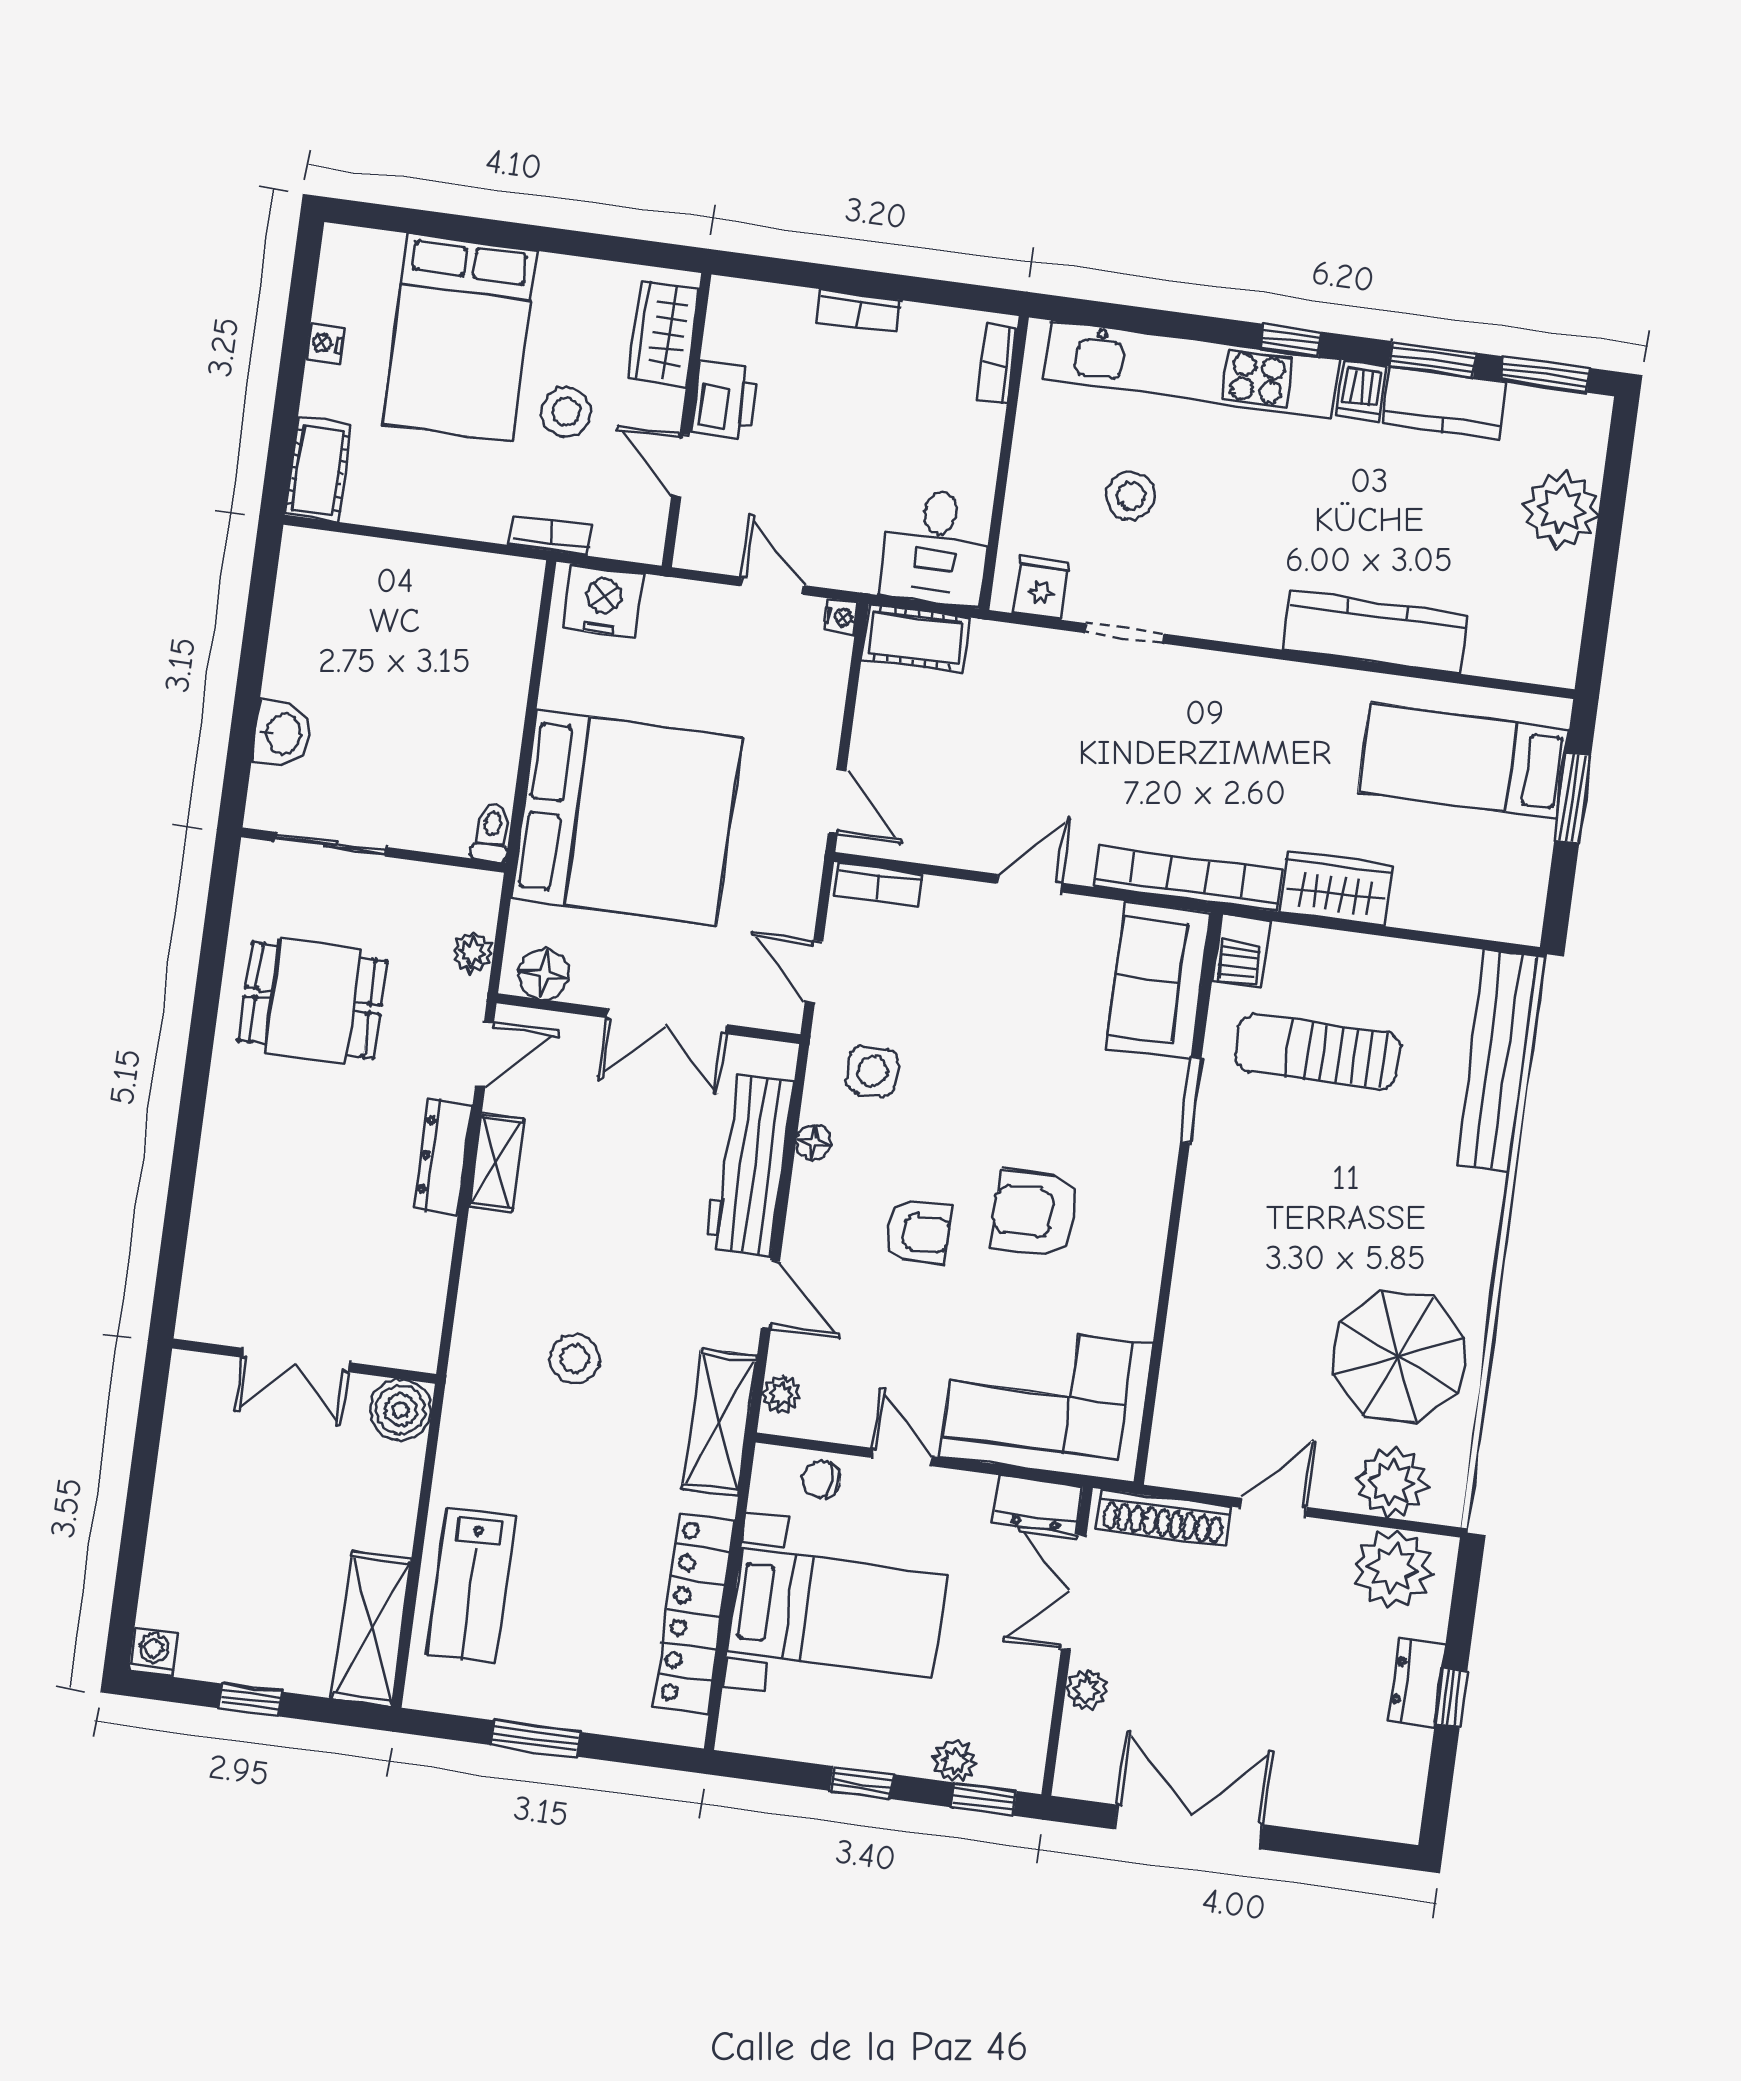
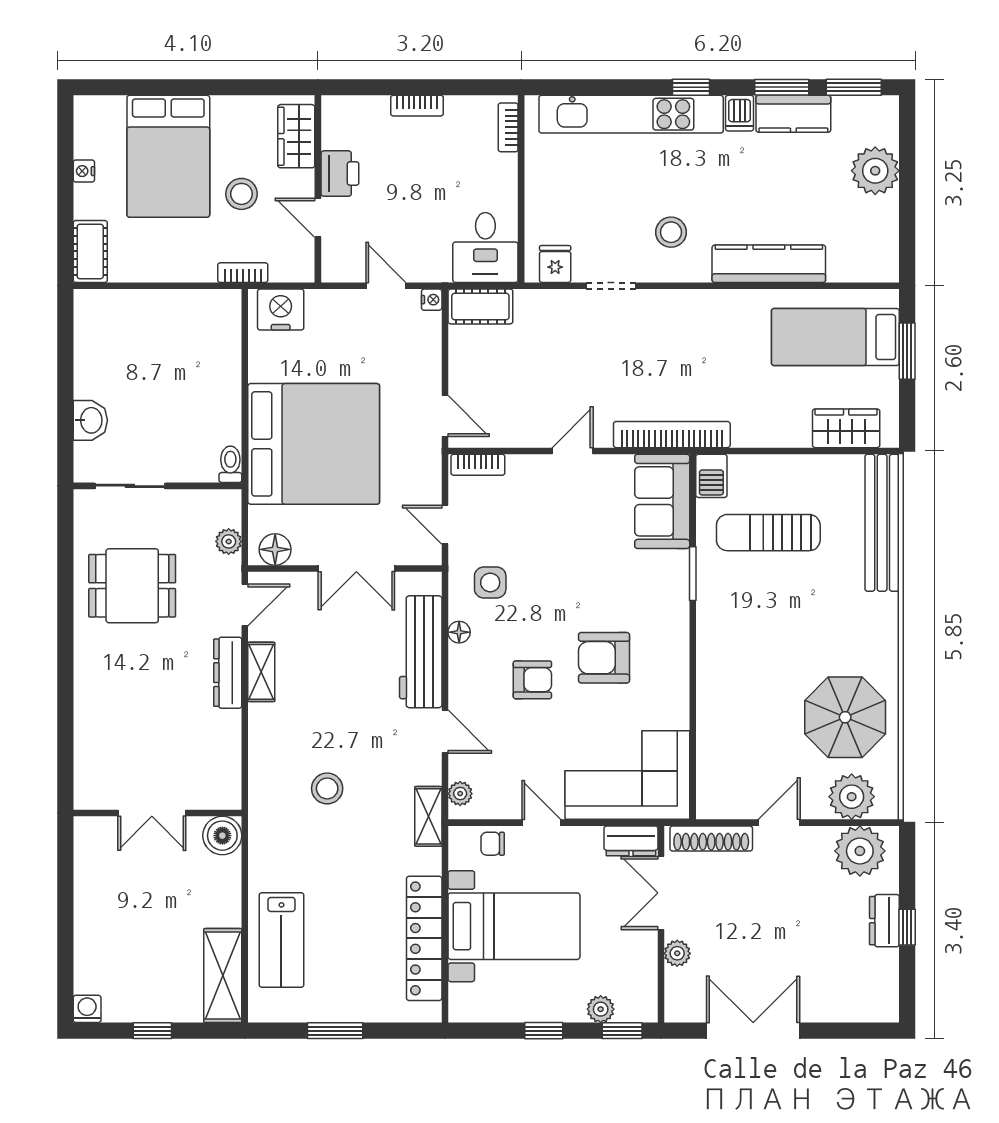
stool: (1131, 496) -> (671, 232), moved
wardrobe: (1336, 889) -> (846, 428), moved
shelving: (719, 1423) -> (428, 816), width x0.67, depth x0.75

